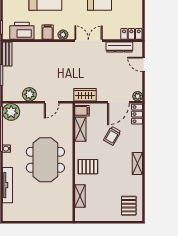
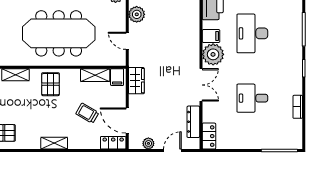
plant: (63, 35) -> (213, 54), width x1.88, depth x1.88
plant: (138, 96) -> (148, 143), moved
meeting table: (45, 160) -> (59, 33), width x1.36

